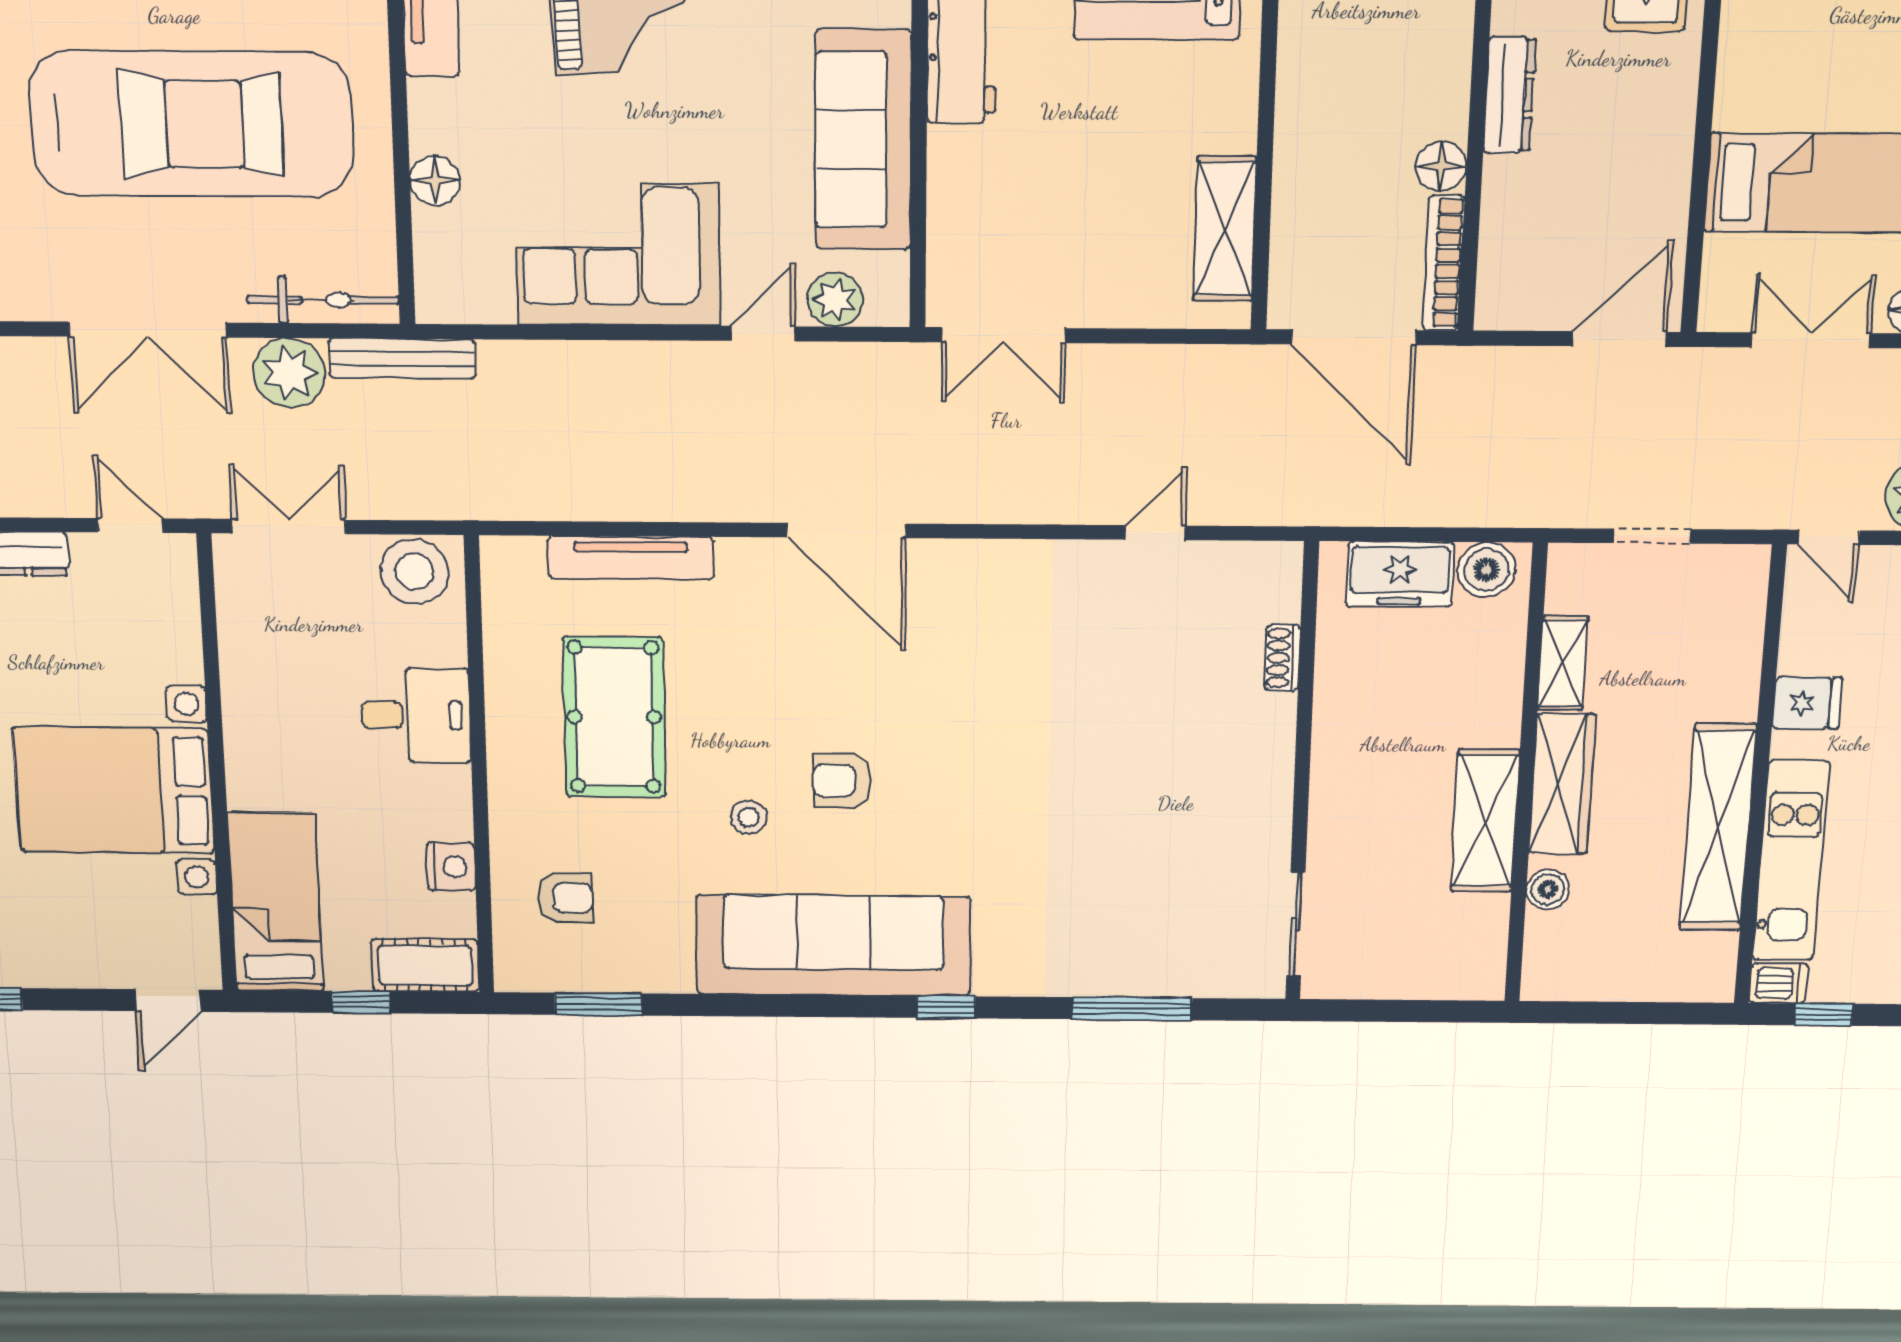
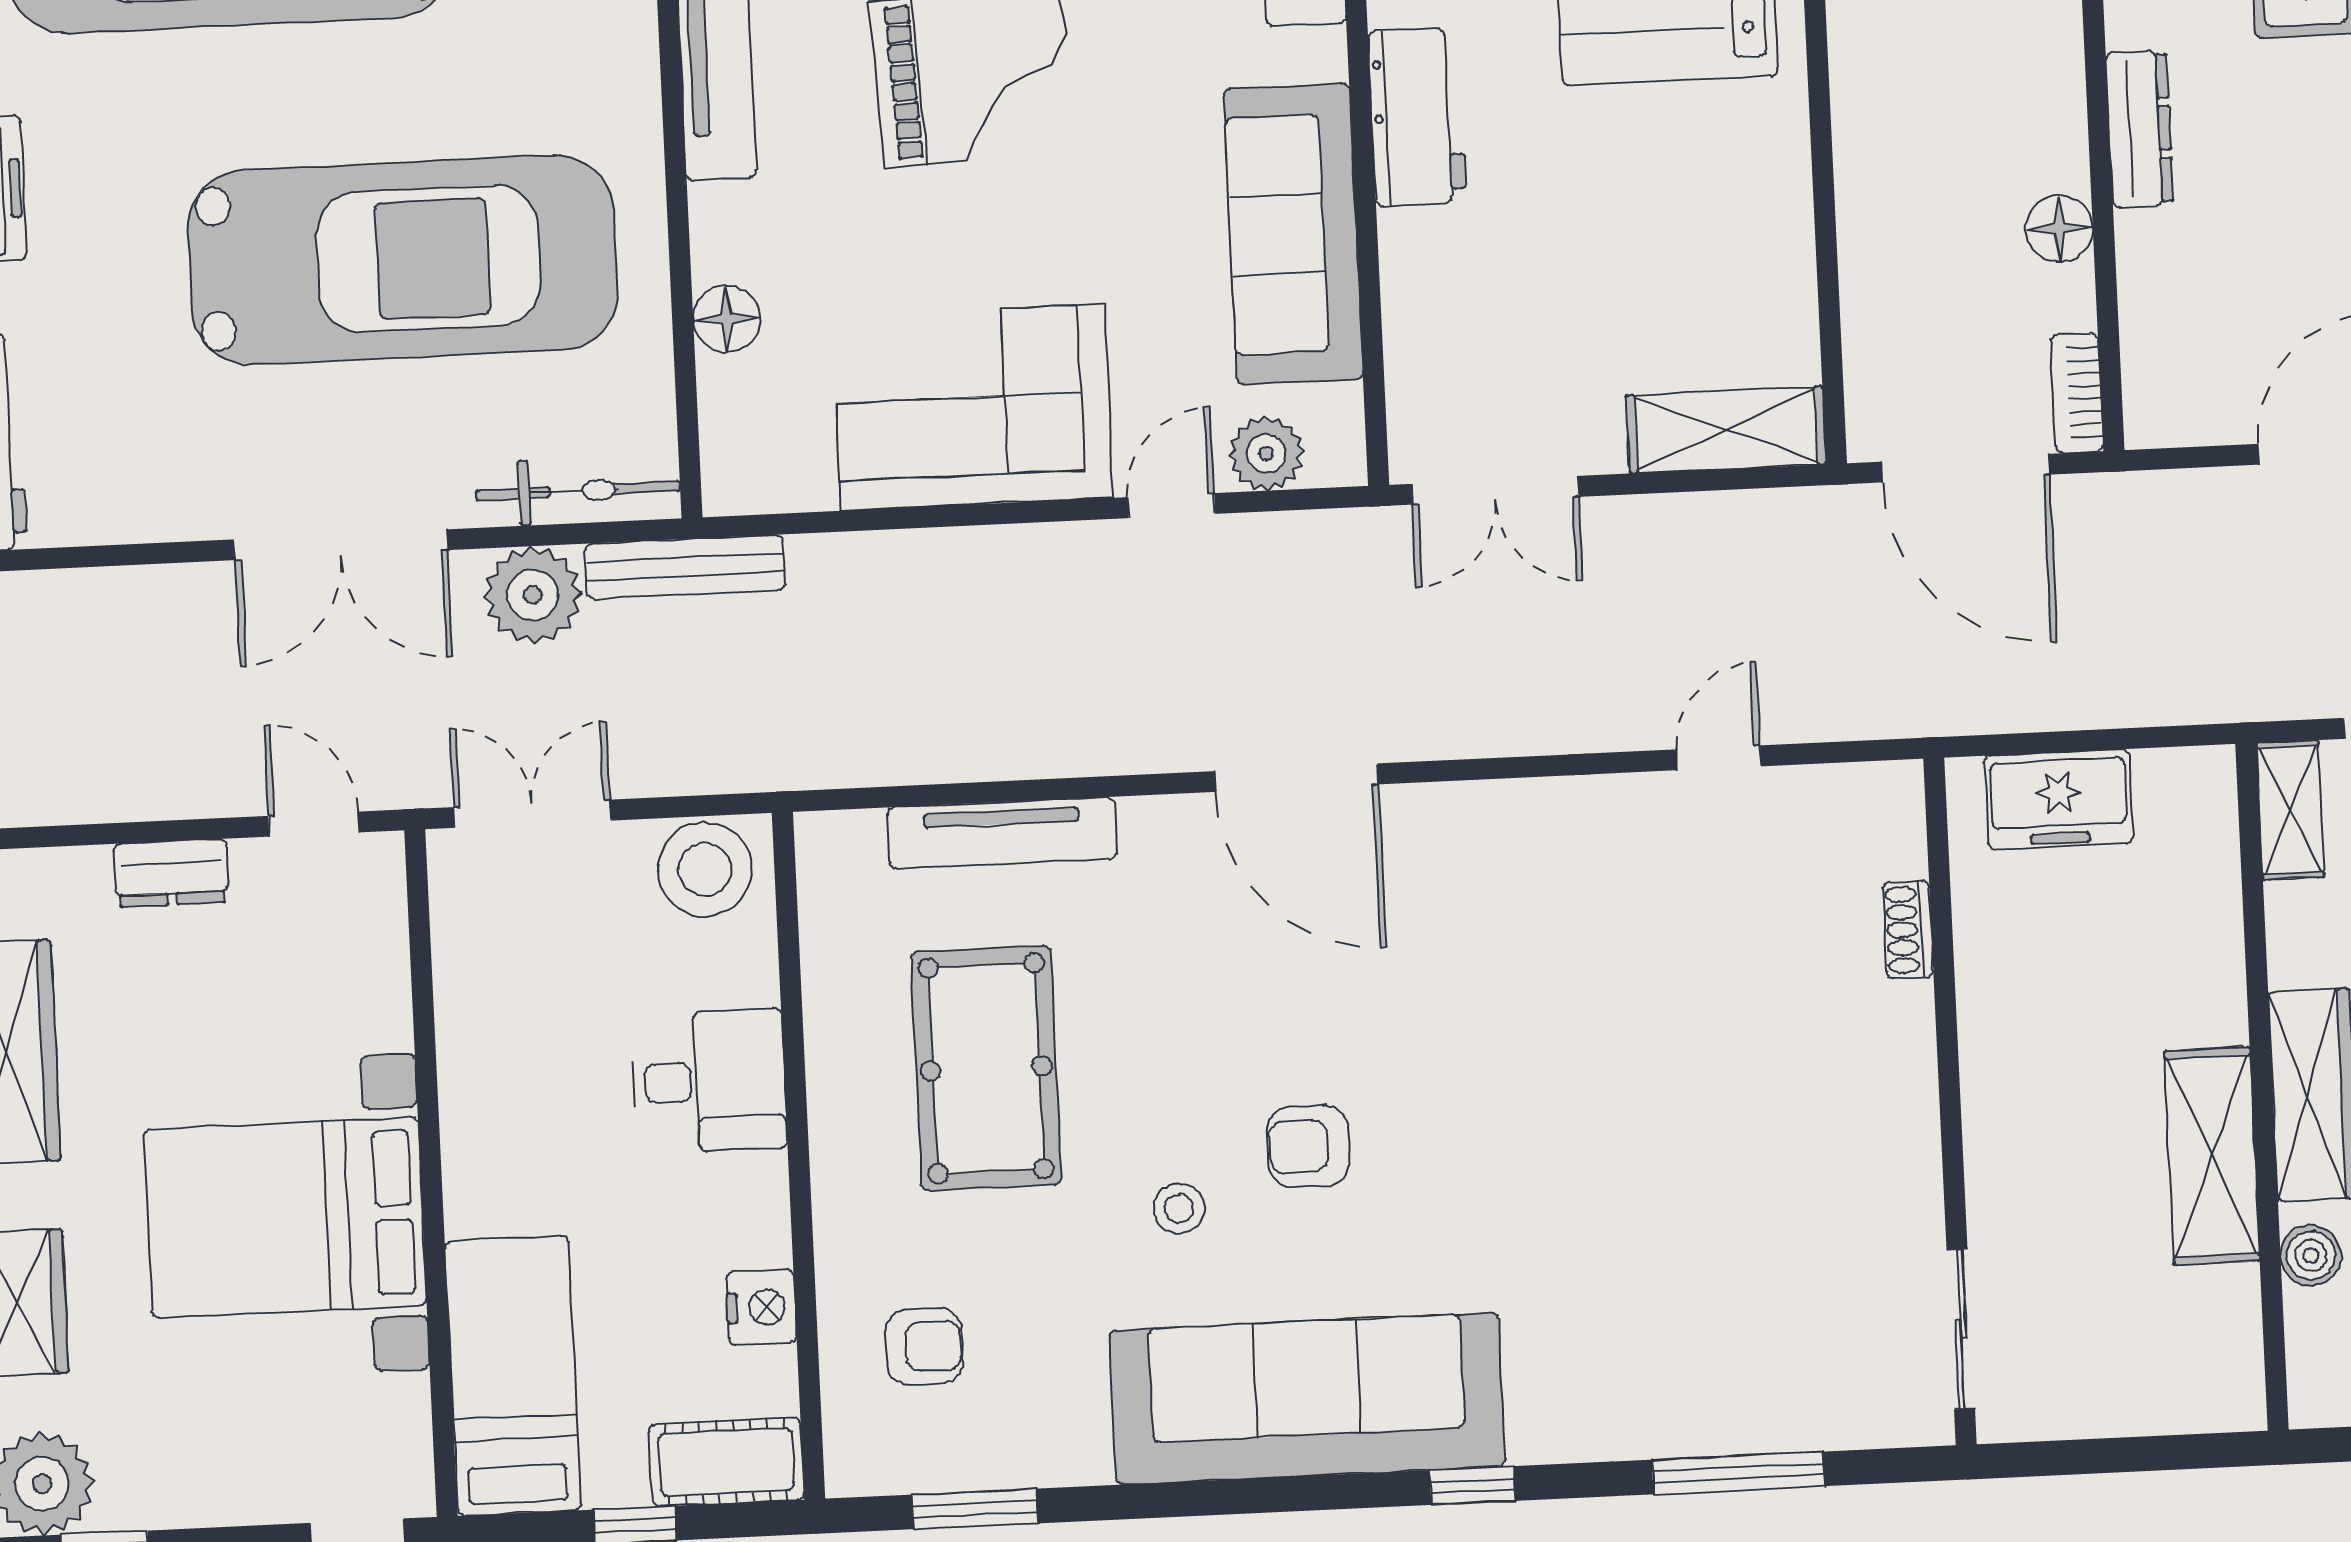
shelving: (1225, 229) -> (1726, 430), moved, turned 90
bookcase: (1444, 263) -> (2077, 393), width x0.64
boiler: (1486, 570) -> (2176, 786), removed
shelving: (1563, 663) -> (2290, 810), moved

